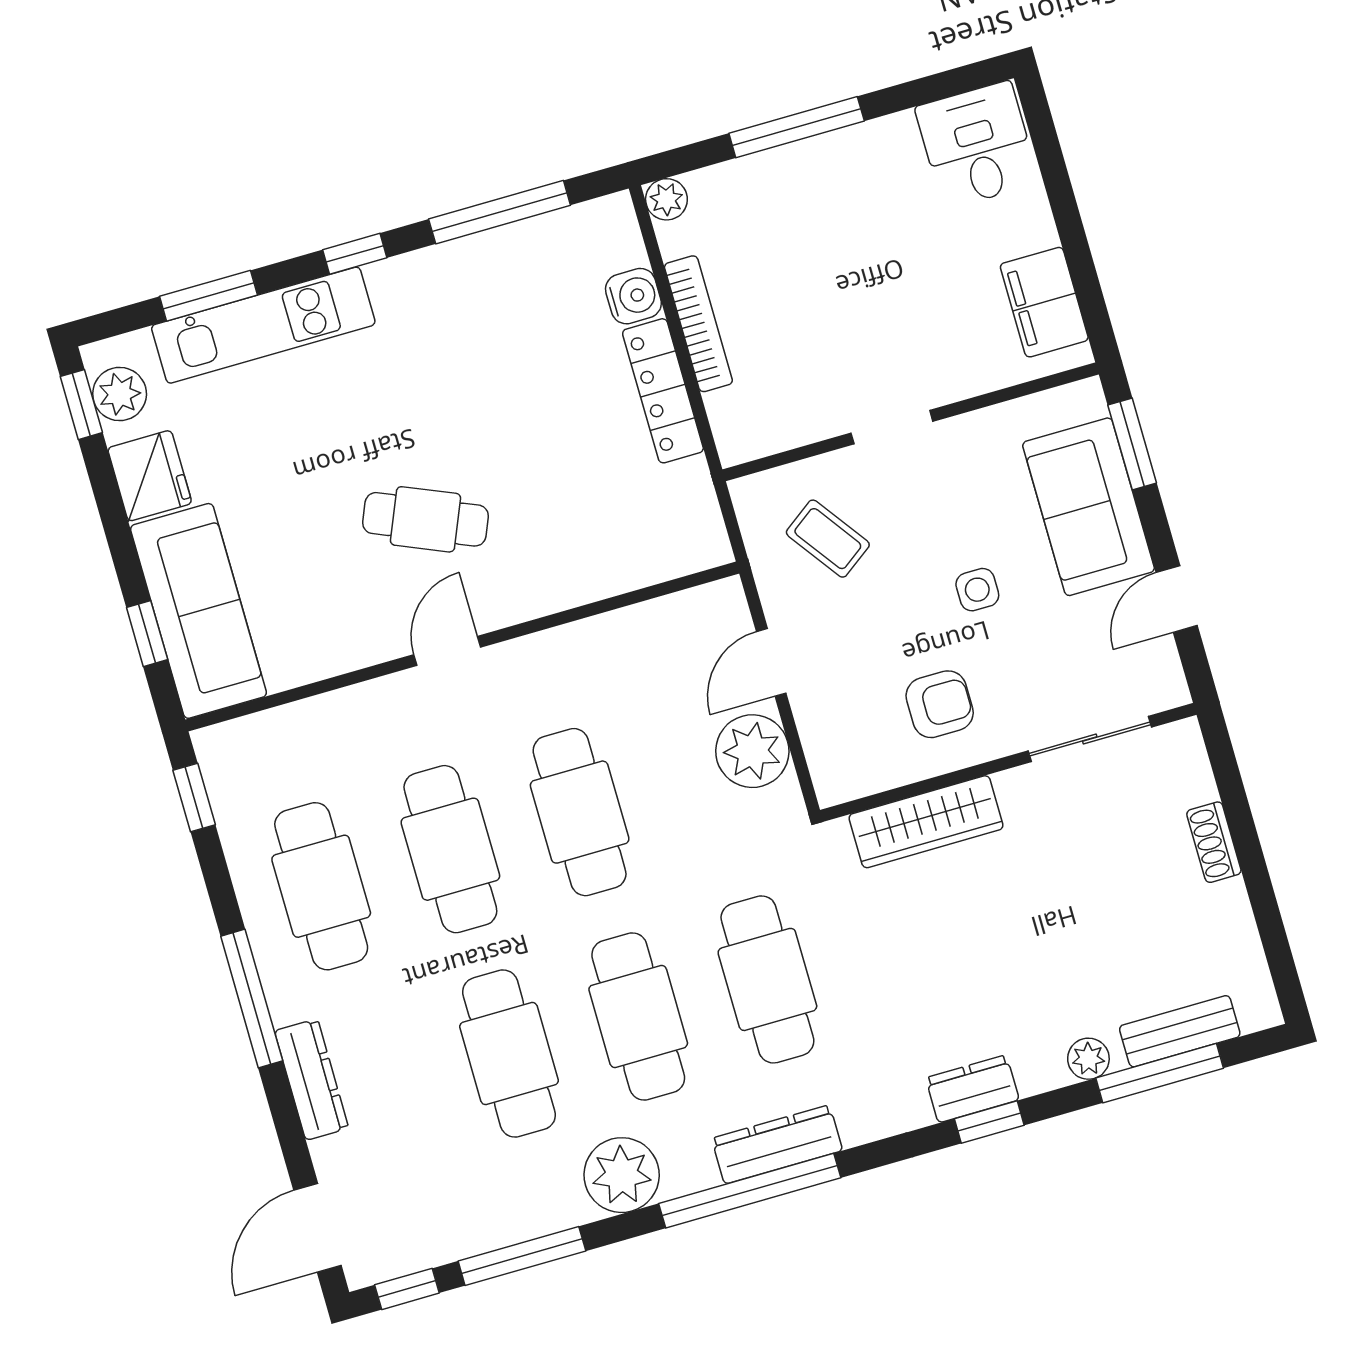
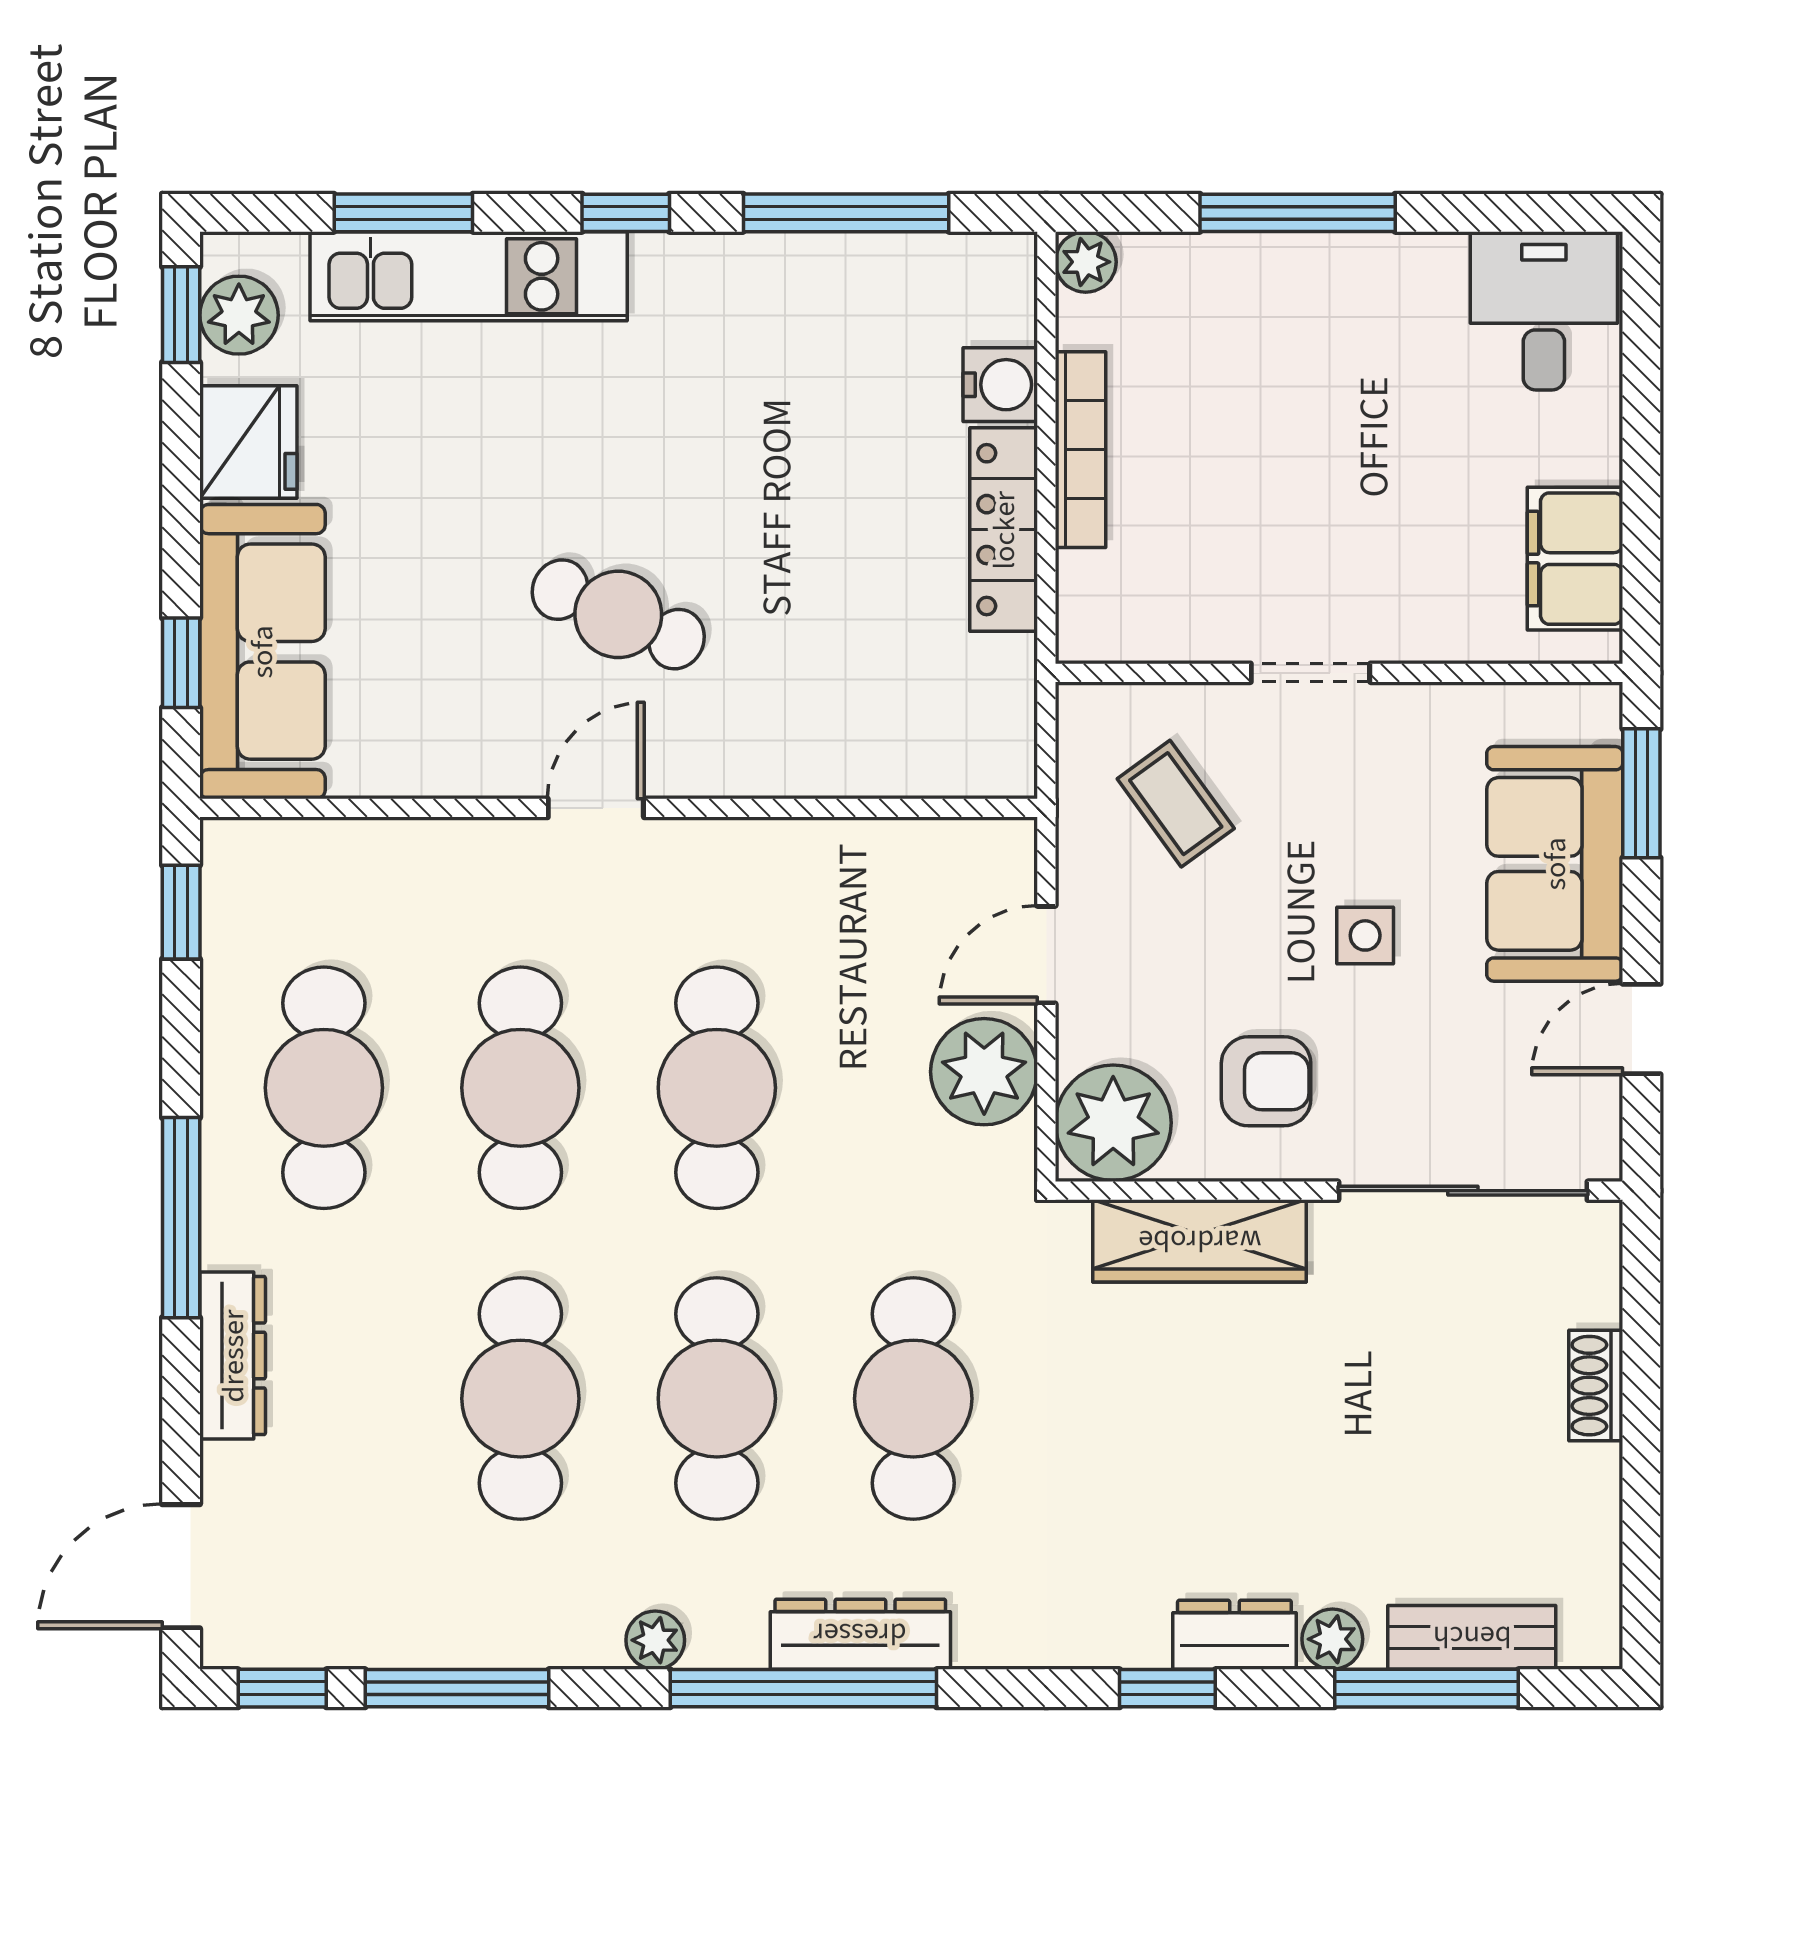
sliding door: (1090, 739) -> (1463, 1191), width x1.37
plant: (847, 760) -> (1113, 1123), added
dresser: (972, 1089) -> (1234, 1635), moved
plant: (622, 1175) -> (655, 1640), width x0.53, depth x0.53

